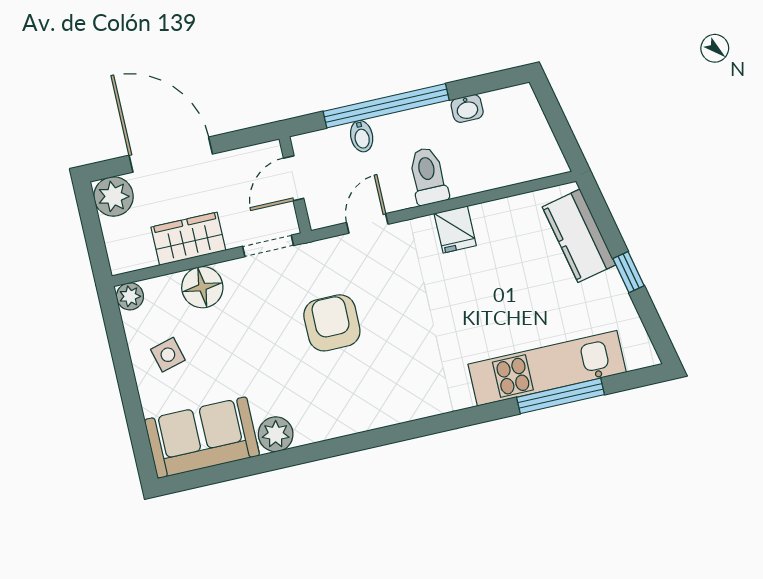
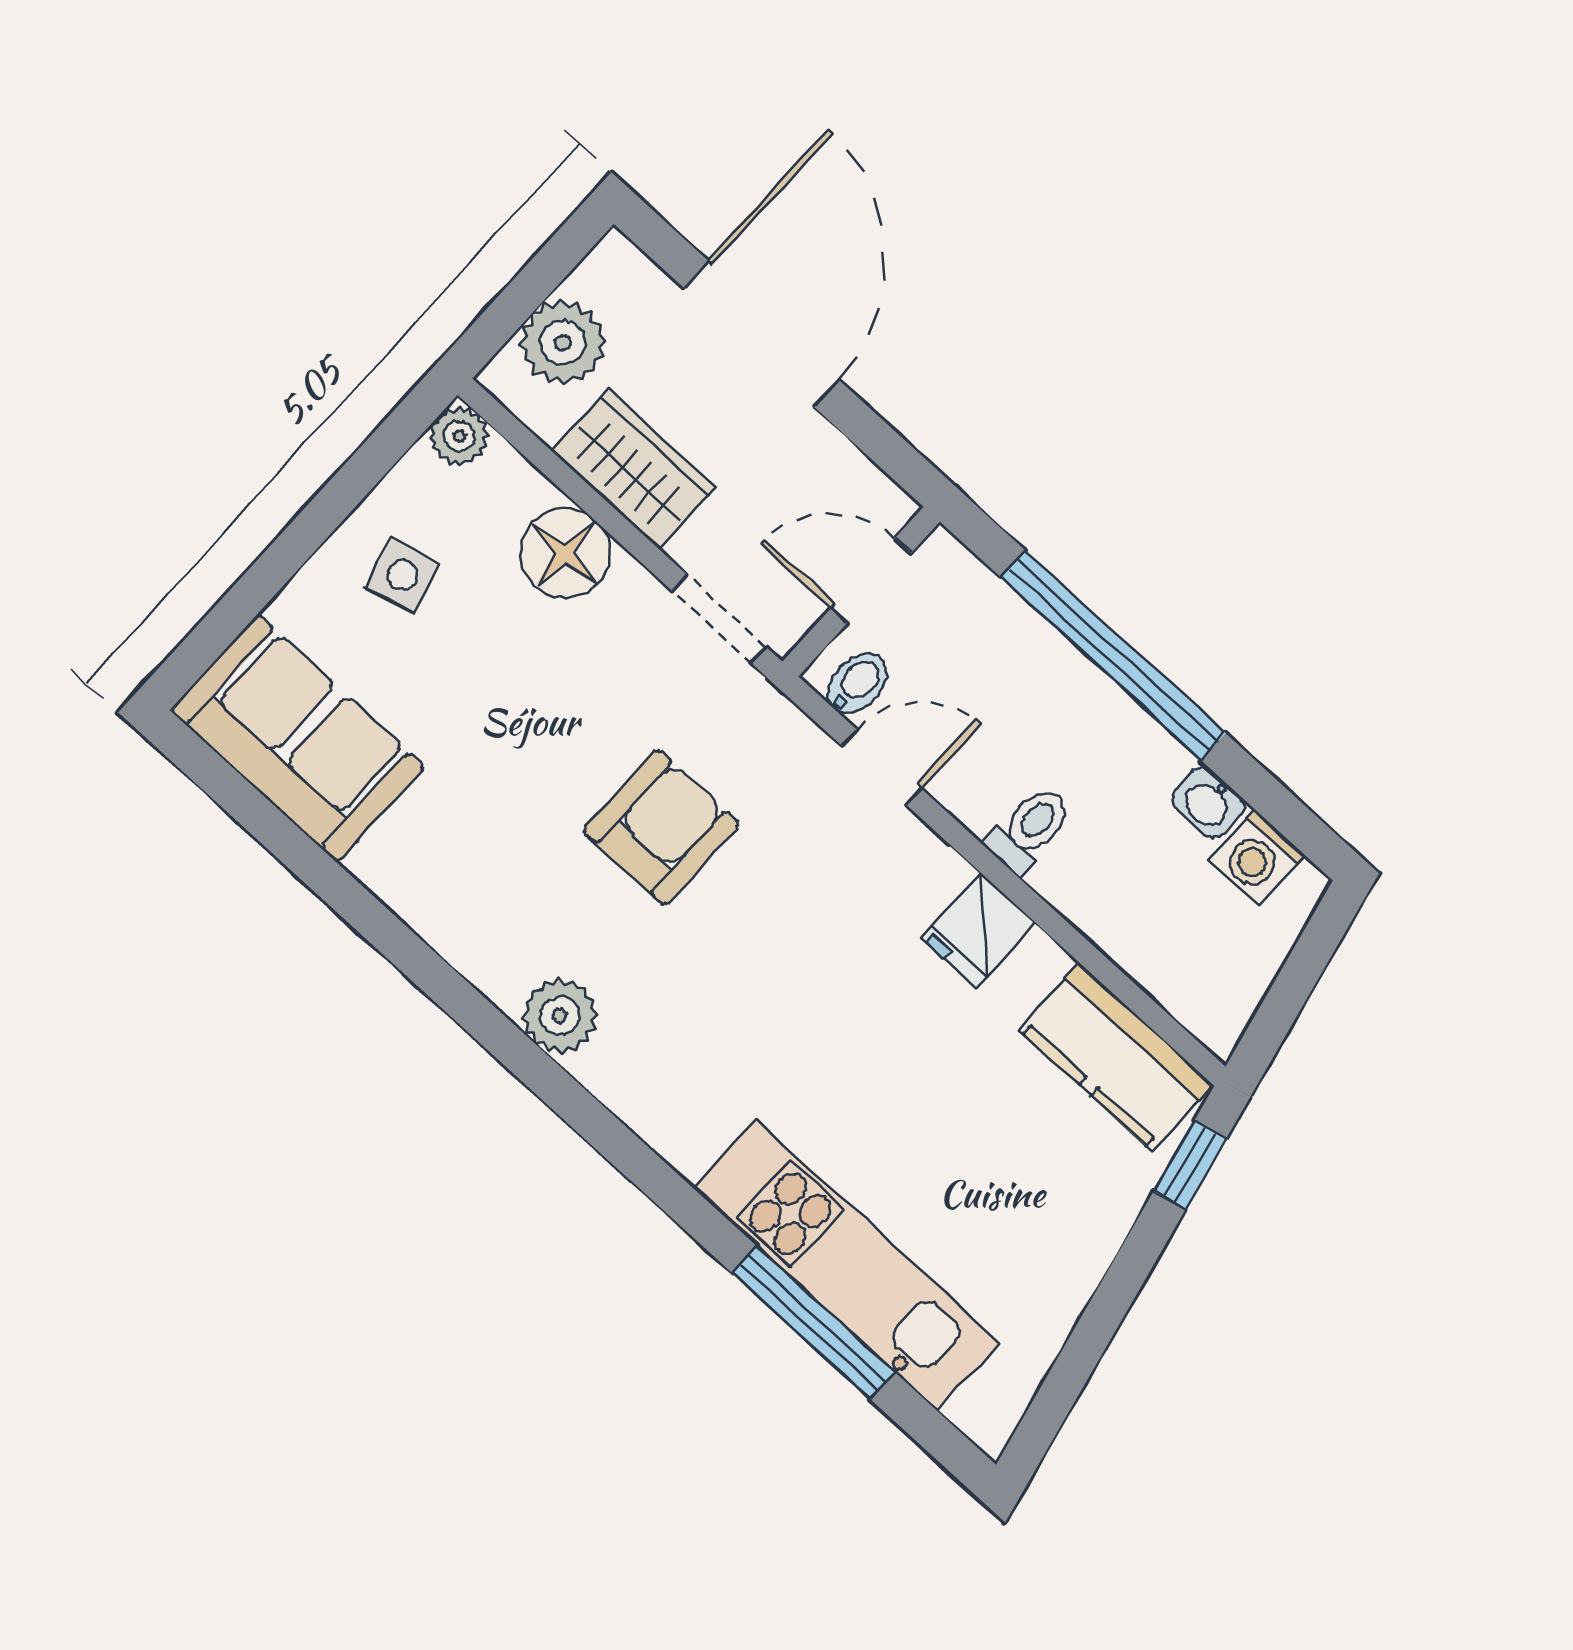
washing machine: (501, 105) -> (1257, 857), added
bidet: (362, 136) -> (857, 684), moved, turned 180
toilet: (428, 176) -> (1029, 829), width x0.73, depth x0.72
plant: (114, 196) -> (563, 342), moved
kitchen counter: (579, 236) -> (1116, 1057), moved, turned -78
window: (629, 272) -> (1190, 1165), moved
plant: (276, 434) -> (560, 1016), moved

